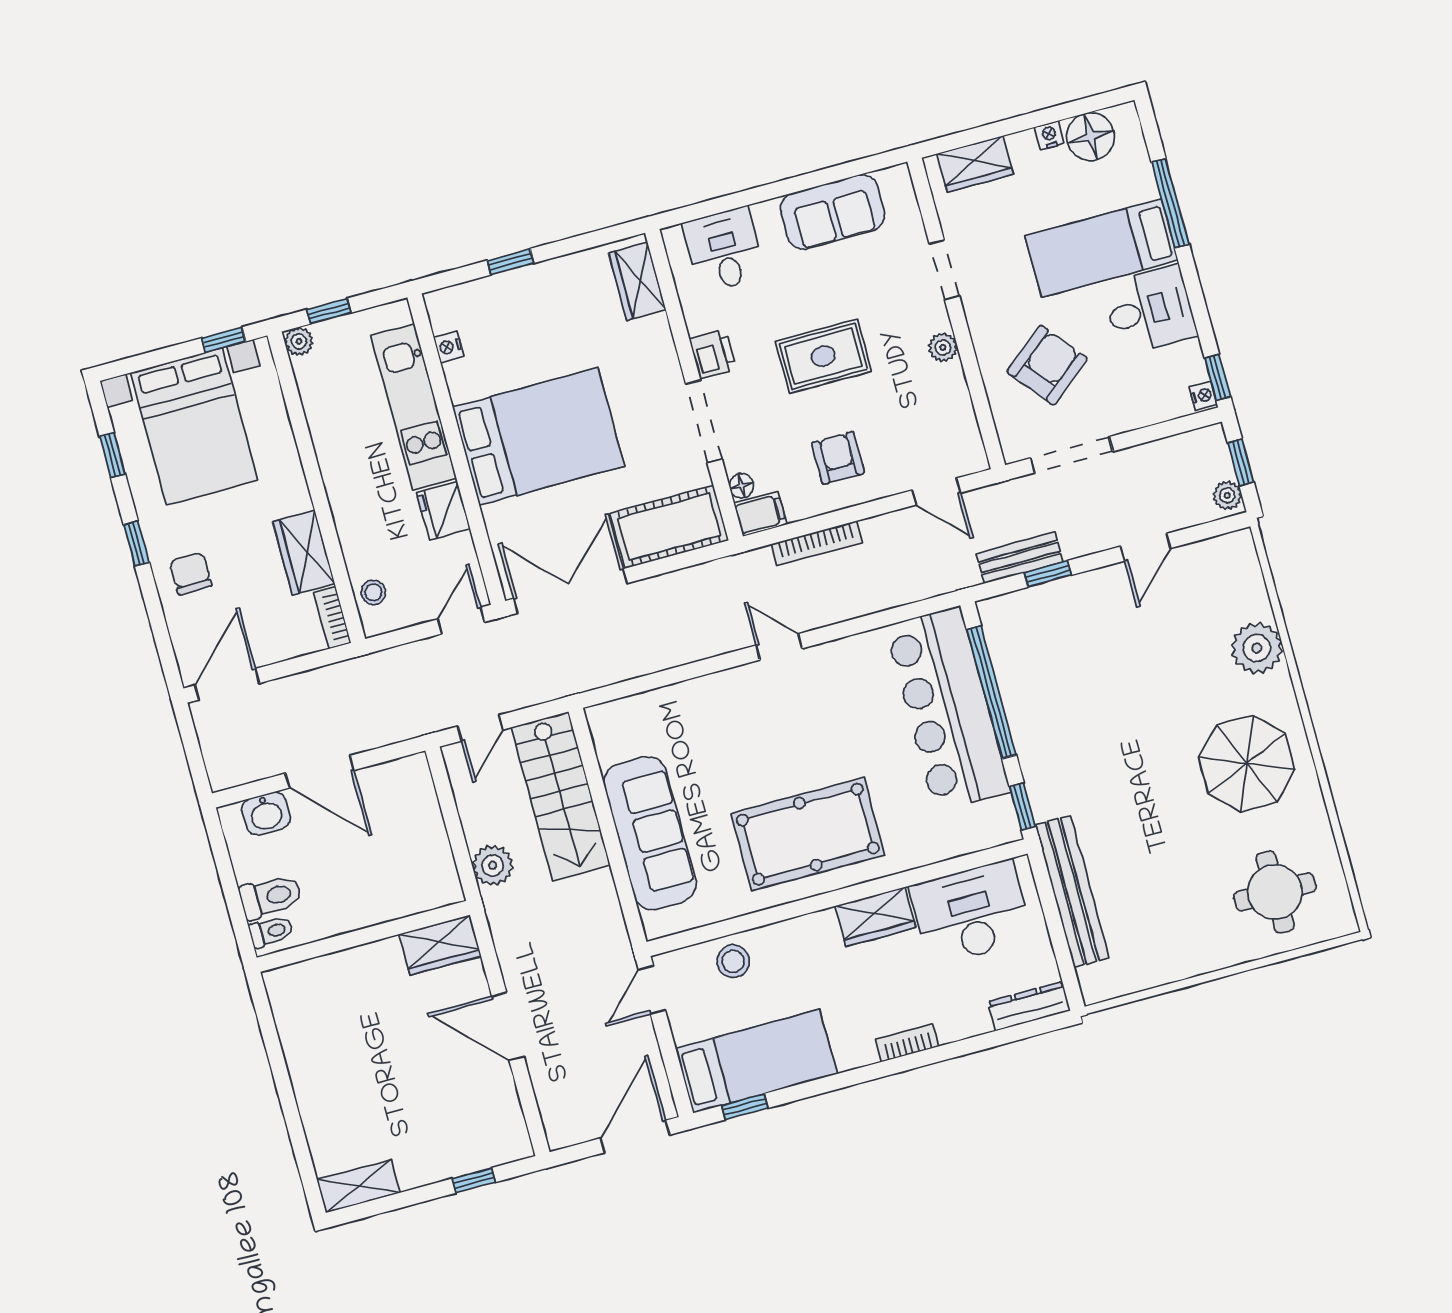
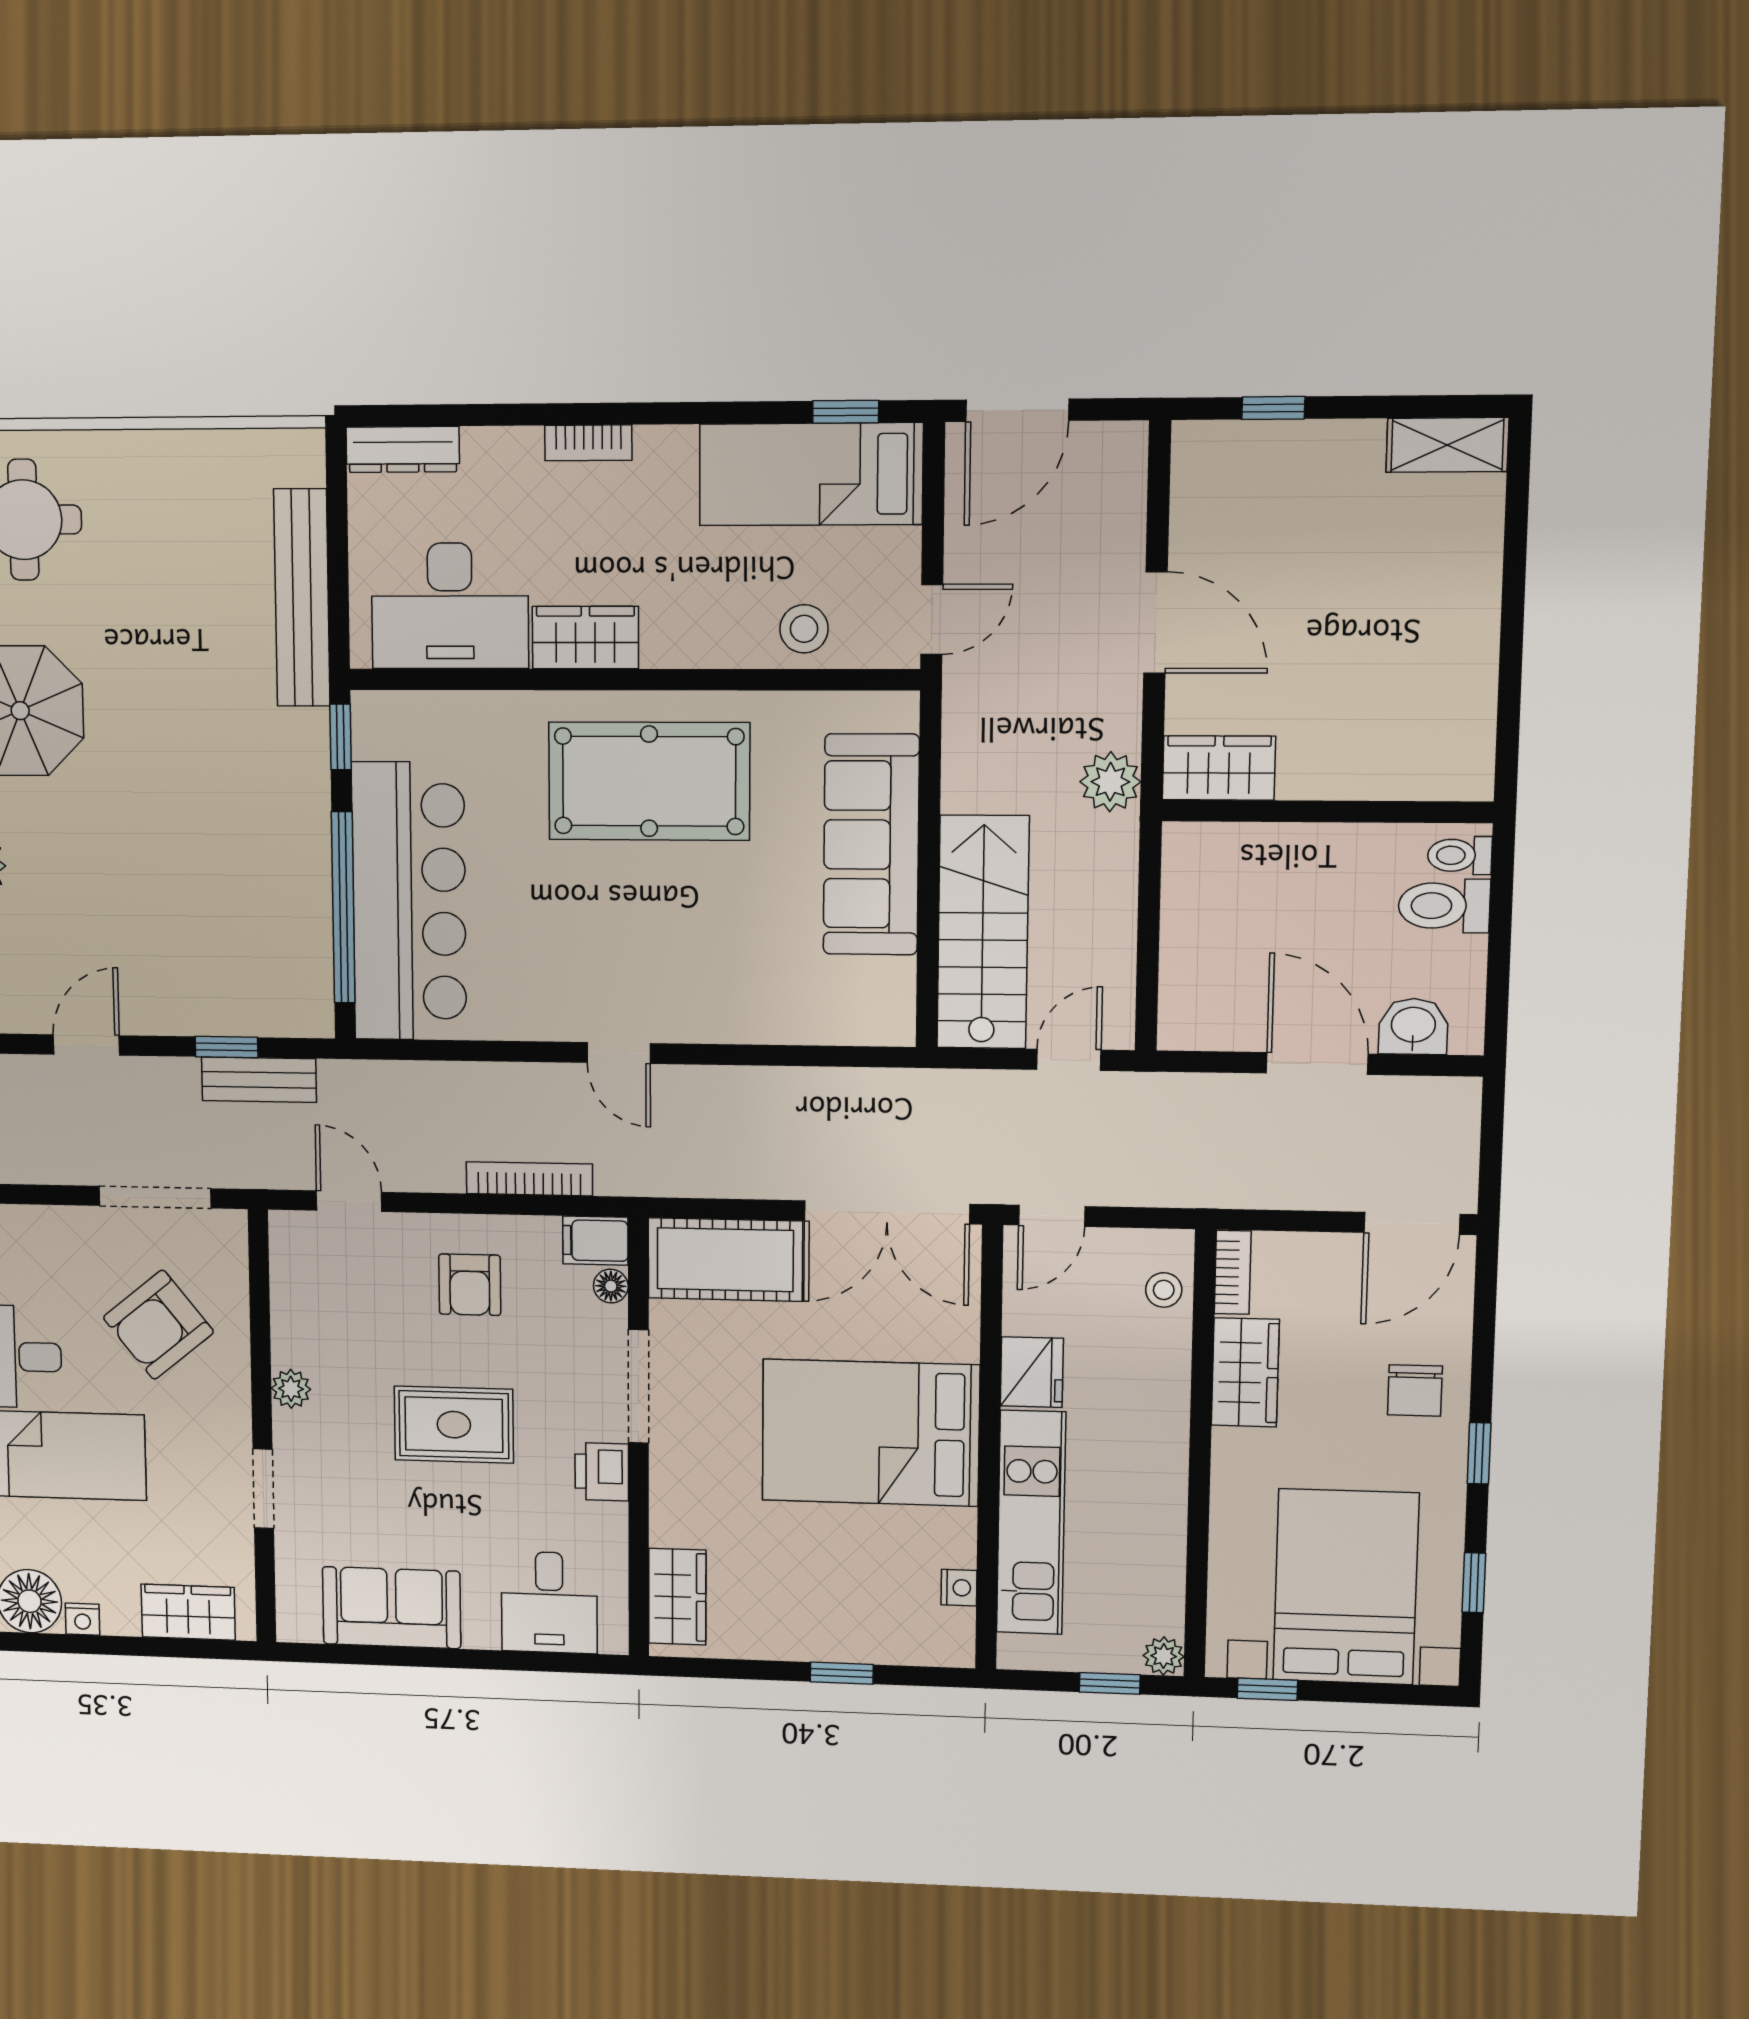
plant: (493, 865) -> (1110, 782), moved

